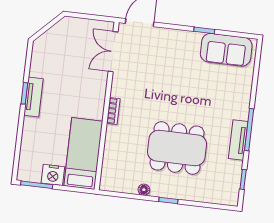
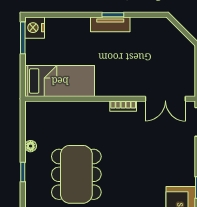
double door: (113, 52) -> (165, 99), swing flipped
bookcase: (113, 111) -> (123, 106), moved
nightstand: (53, 175) -> (35, 28), moved

